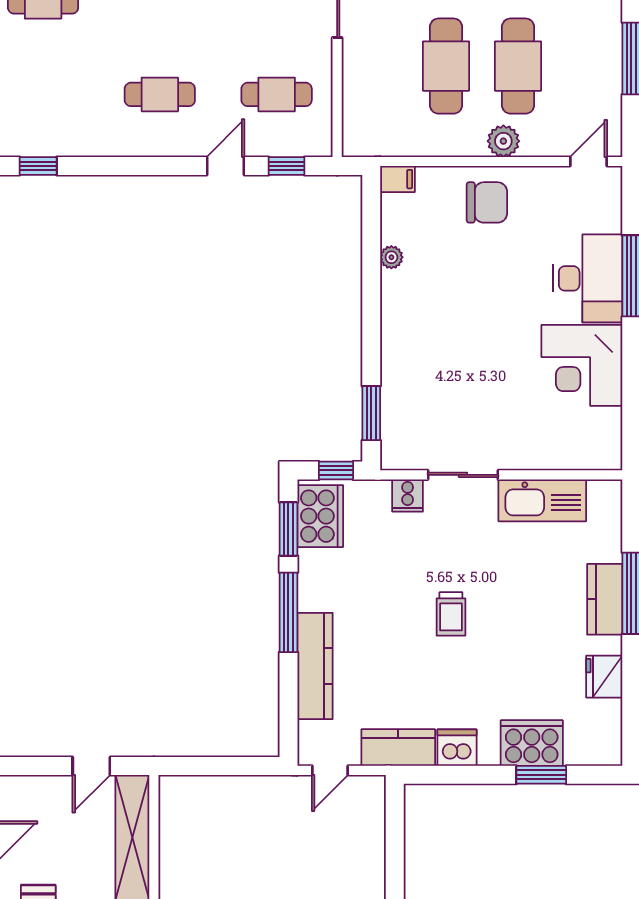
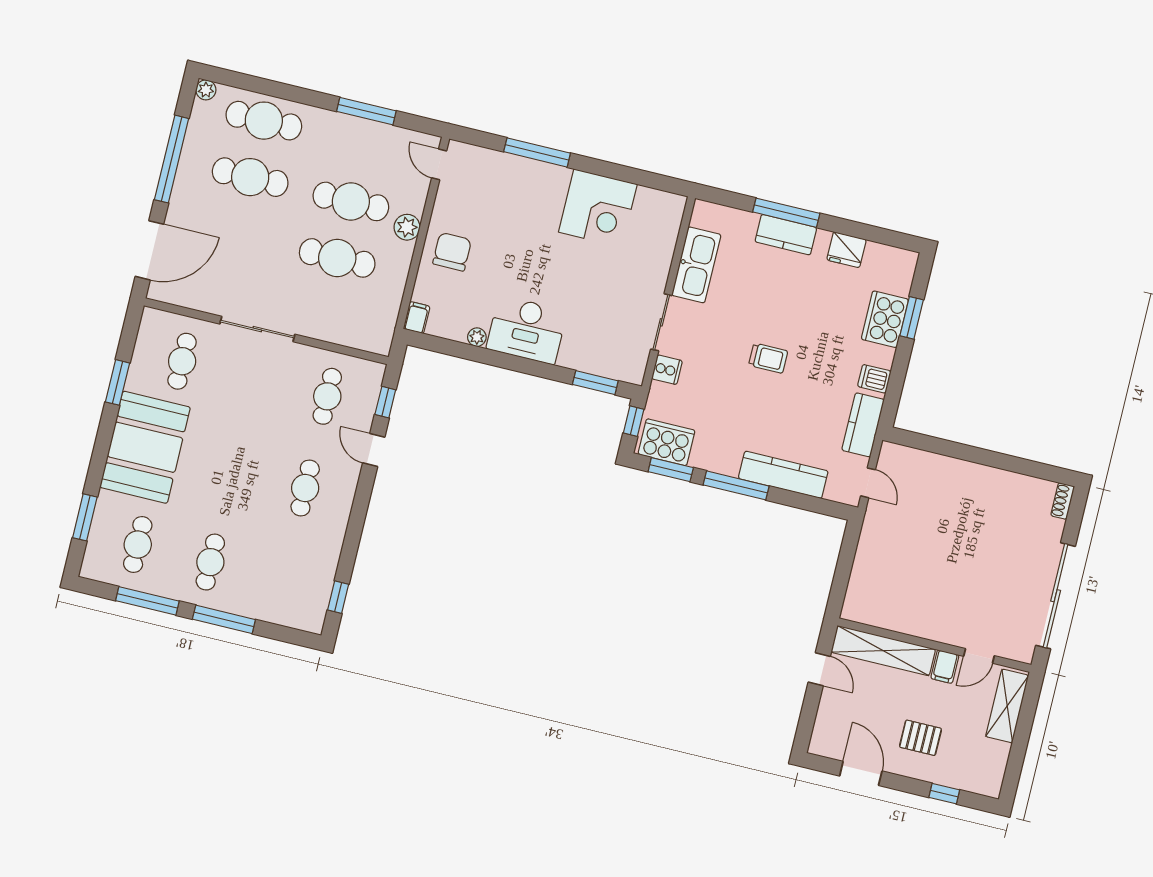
desk: (588, 278) -> (527, 330), moved, turned 180
dishwasher: (457, 748) -> (874, 379), width x0.73

